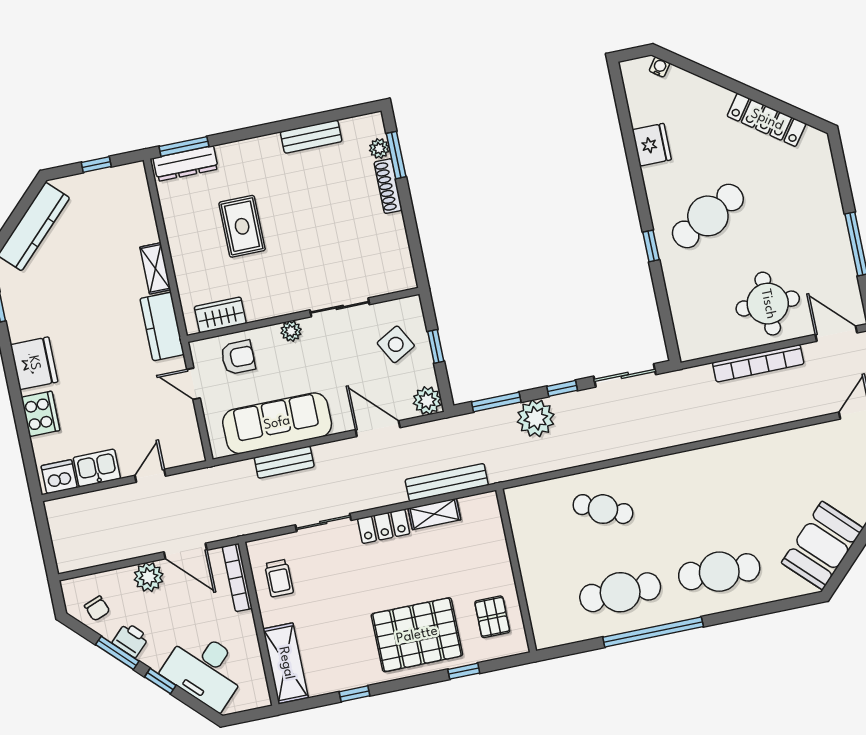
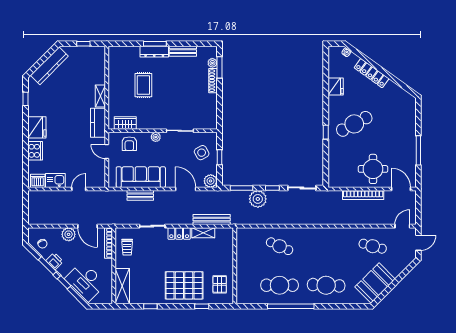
locker: (767, 120) -> (372, 73), moved
window: (184, 146) -> (155, 44), moved
dresser: (186, 164) -> (154, 52), moved
armchair: (238, 357) -> (129, 144), turned 90
cafe table: (801, 468) -> (373, 246), added

